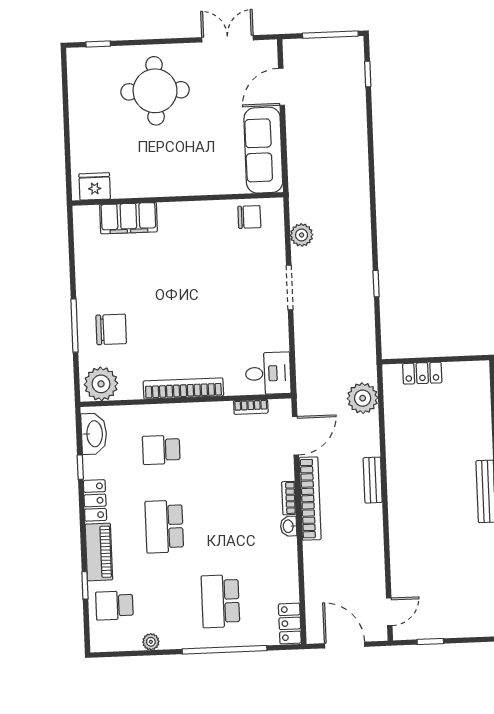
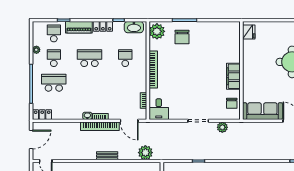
filing cabinet: (128, 218) -> (233, 76), moved
school desk: (167, 603) -> (54, 58), added

